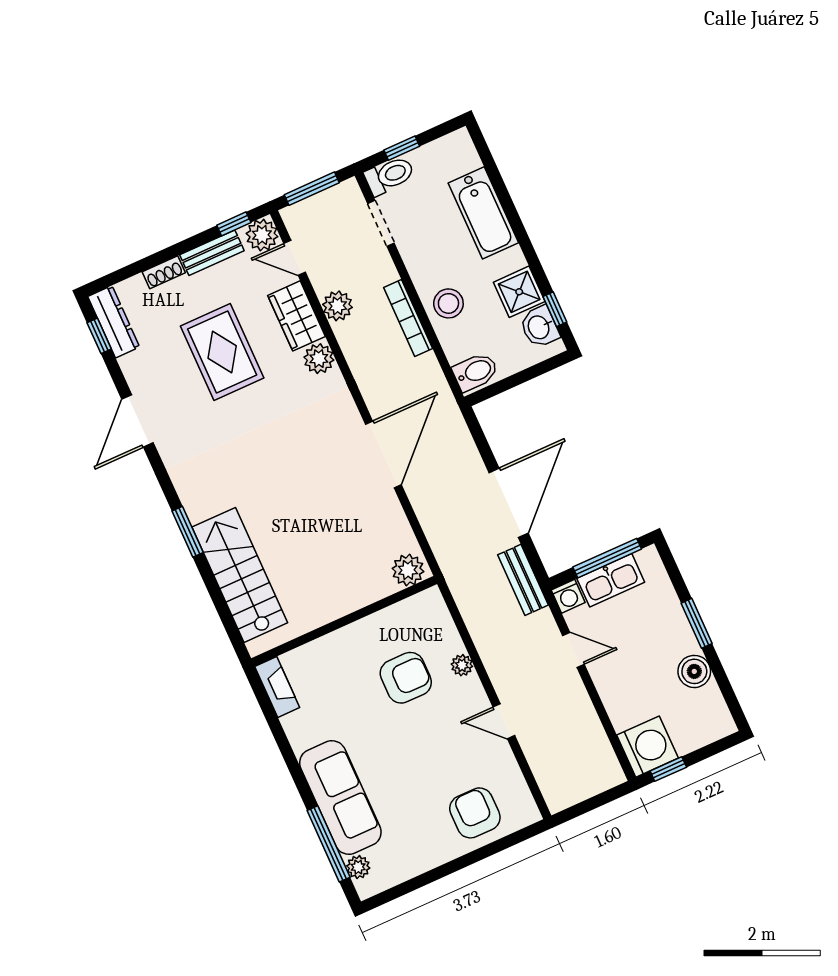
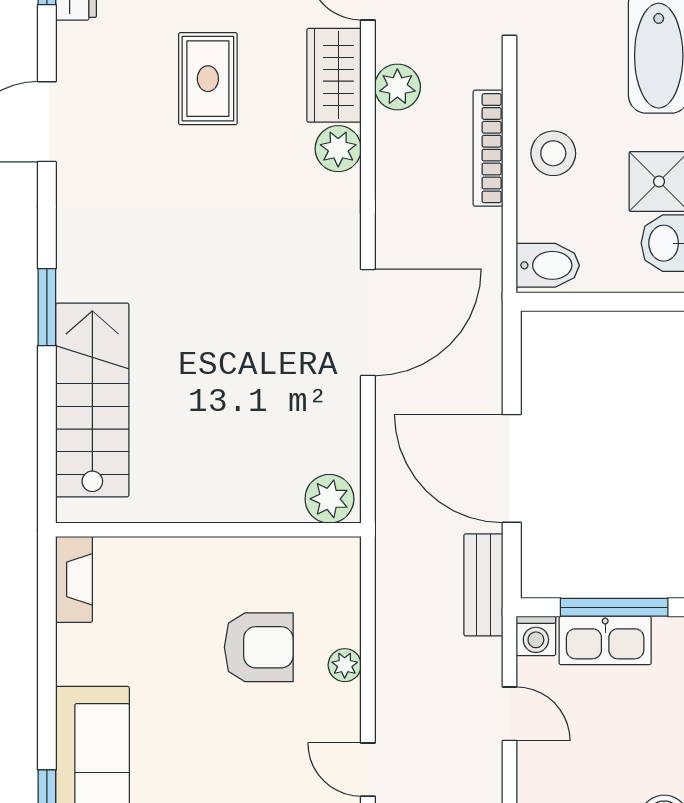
rug: (222, 352) -> (208, 79), width x0.73, depth x0.70
door: (509, 503) -> (512, 468), swing flipped

